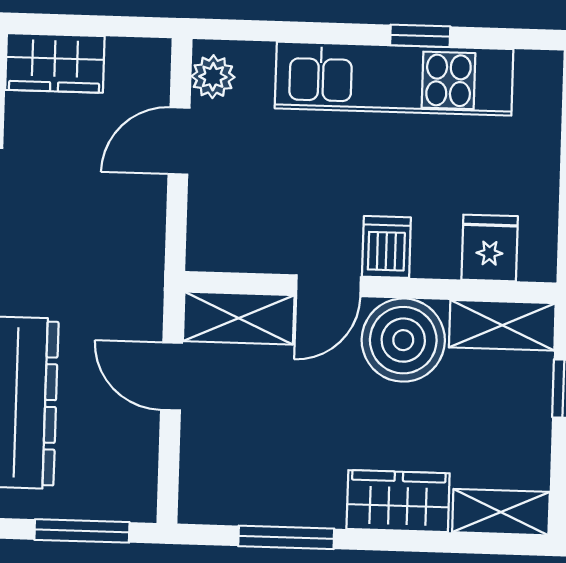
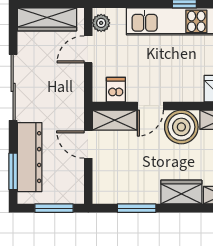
wardrobe: (55, 63) -> (47, 19), width x1.50
dishwasher: (386, 247) -> (116, 90), moved

